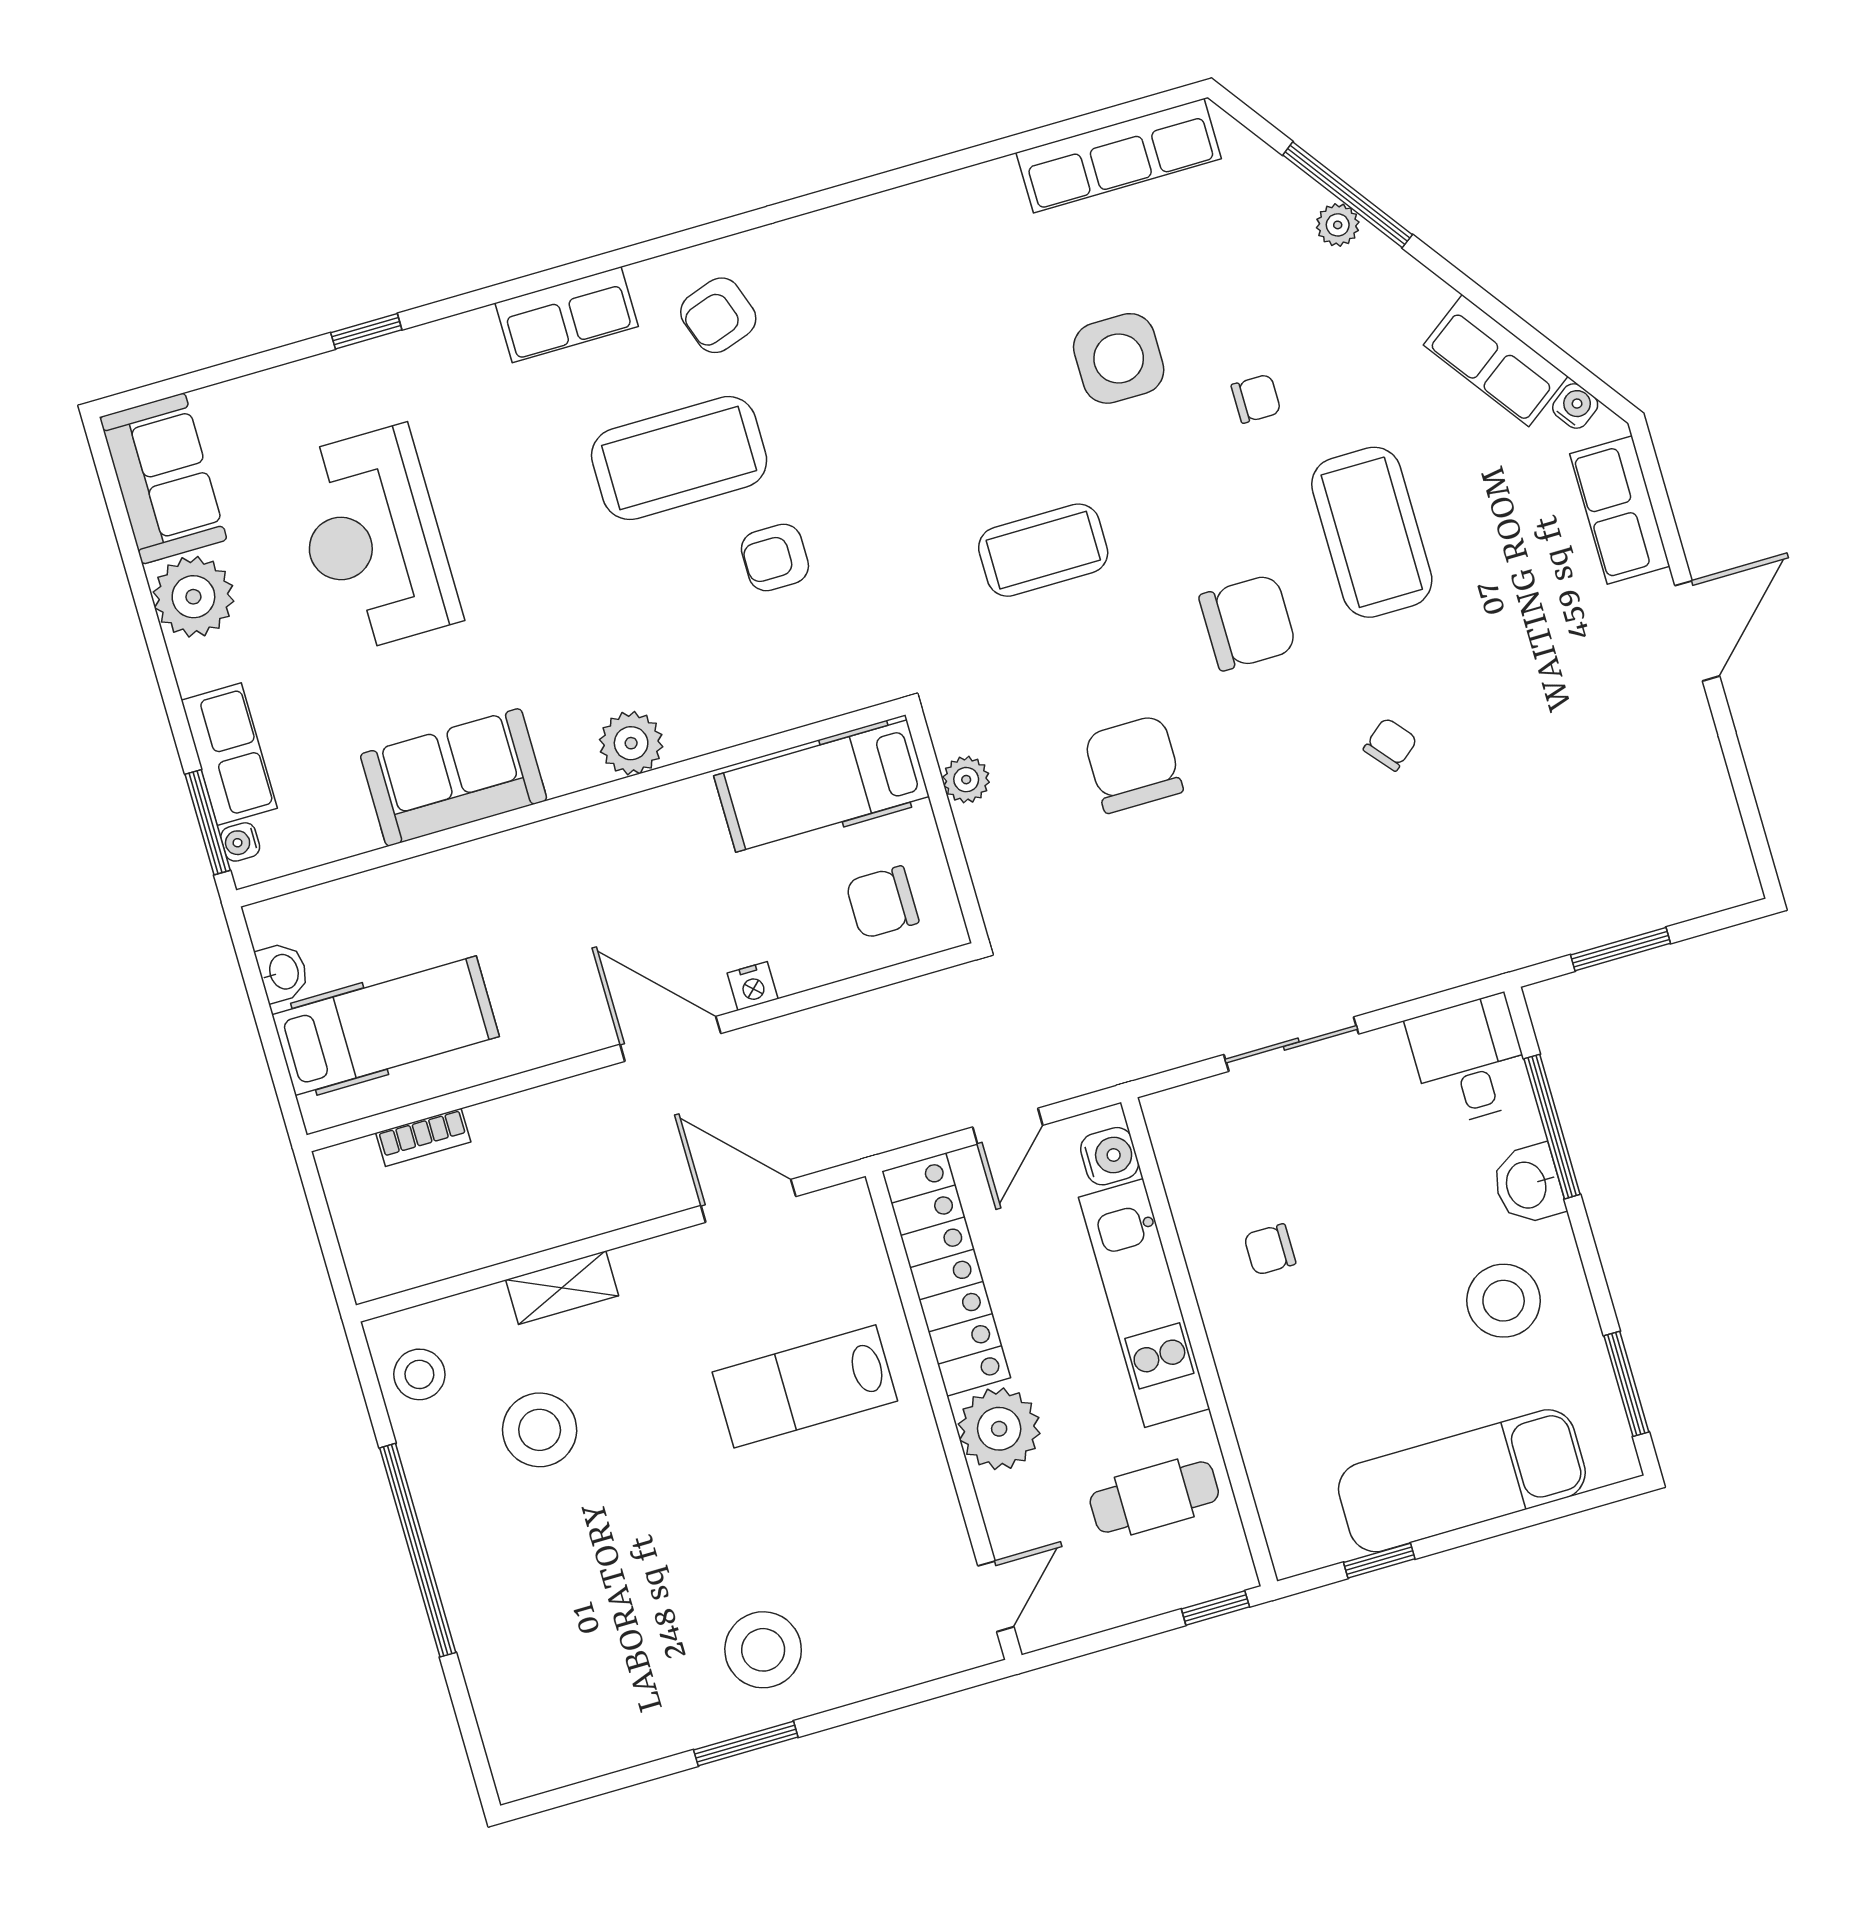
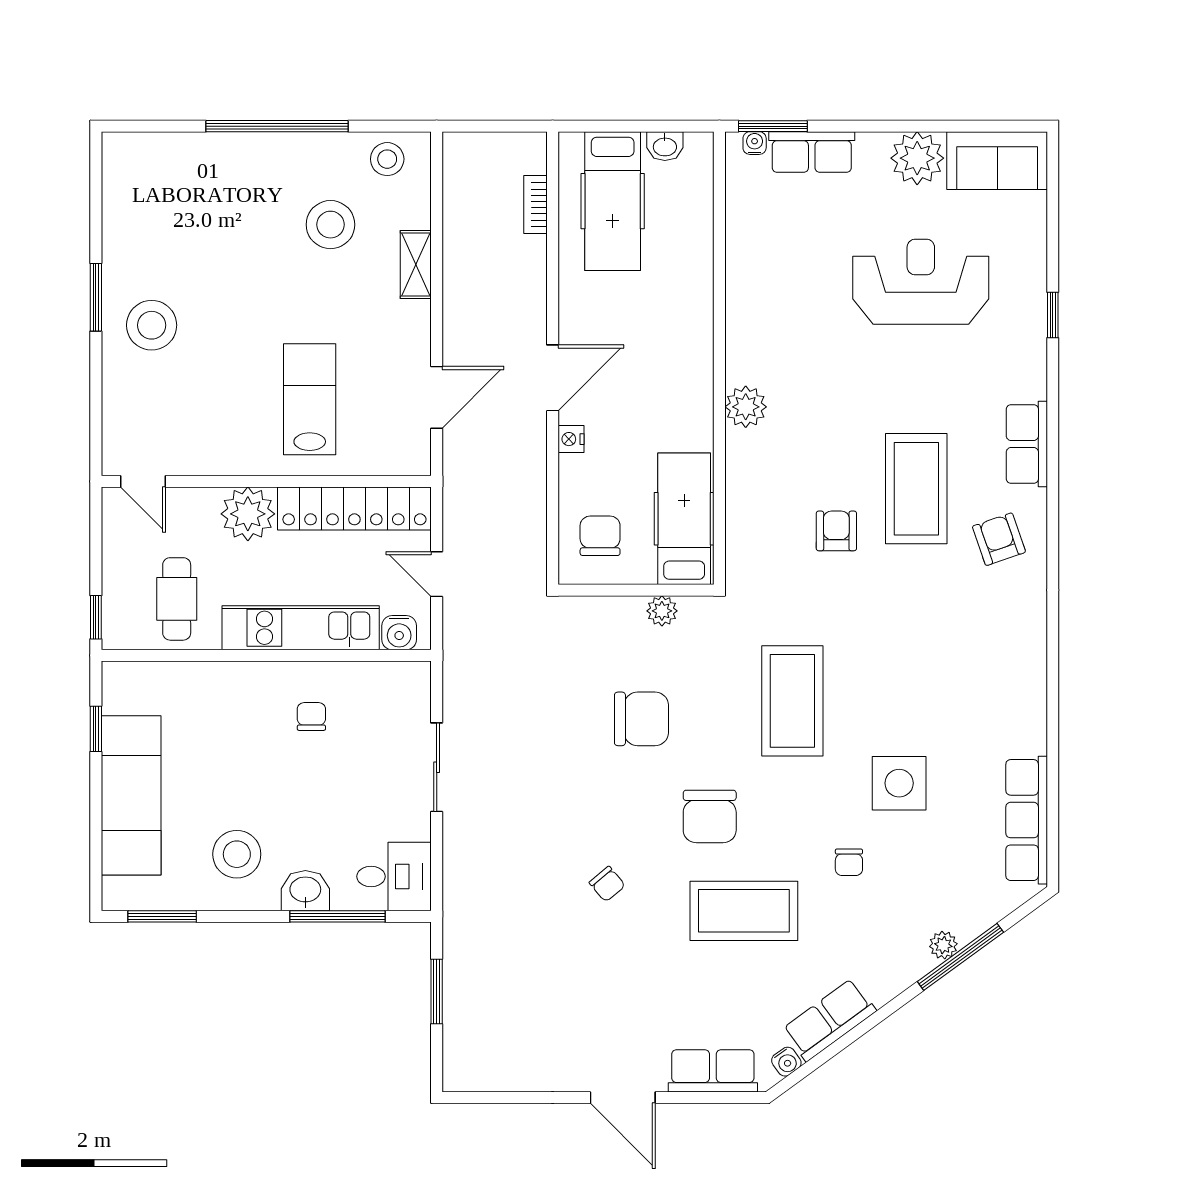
coffee table: (1043, 550) -> (792, 701), width x1.36, depth x1.32
sofa: (454, 777) -> (756, 289), removed

